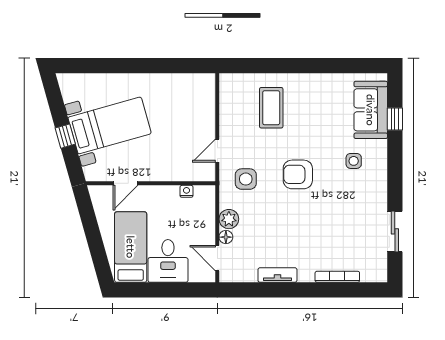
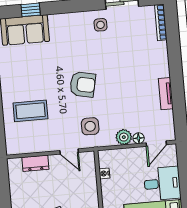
dresser: (206, 108) -> (35, 163), added
side table: (354, 161) -> (100, 25), moved
armchair: (298, 174) -> (83, 84), turned -78
bookcase: (337, 277) -> (161, 22), moved

